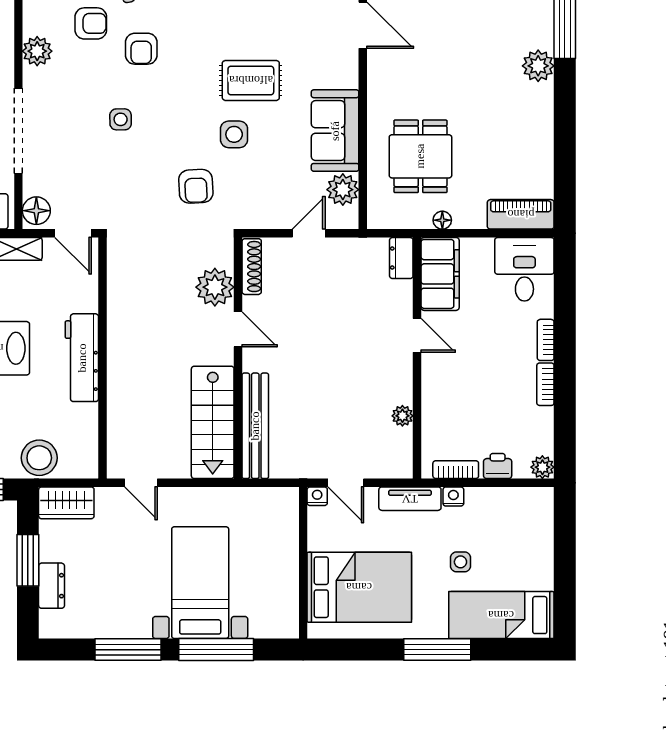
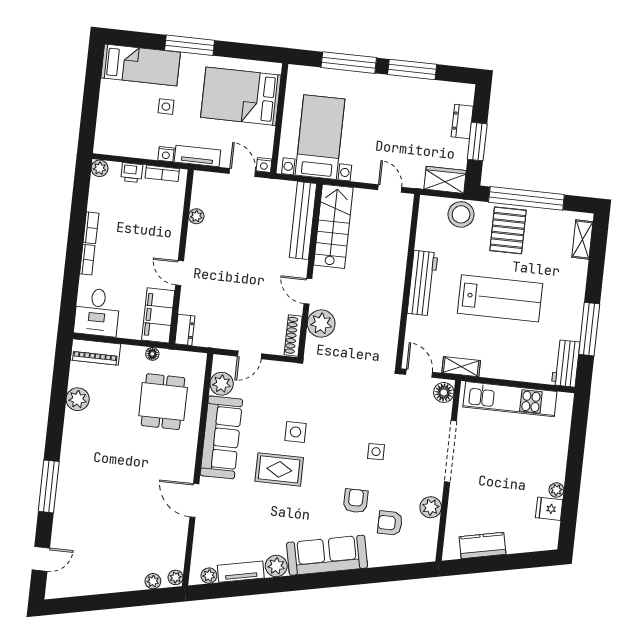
plant: (538, 66) -> (78, 399), moved
sofa: (335, 131) -> (221, 437), width x1.36
armchair: (196, 186) -> (327, 398), removed
bed with nightstands: (200, 583) -> (320, 137), moved, turned 180

